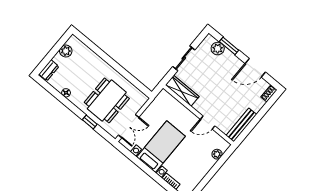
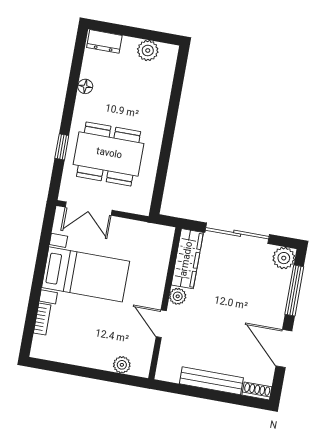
window: (229, 46) -> (294, 291), width x1.44
plant: (218, 49) -> (284, 258), moved
sliding door: (184, 58) -> (237, 233), width x1.37
plant: (198, 106) -> (178, 296), added
bench: (241, 125) -> (211, 381), moved

